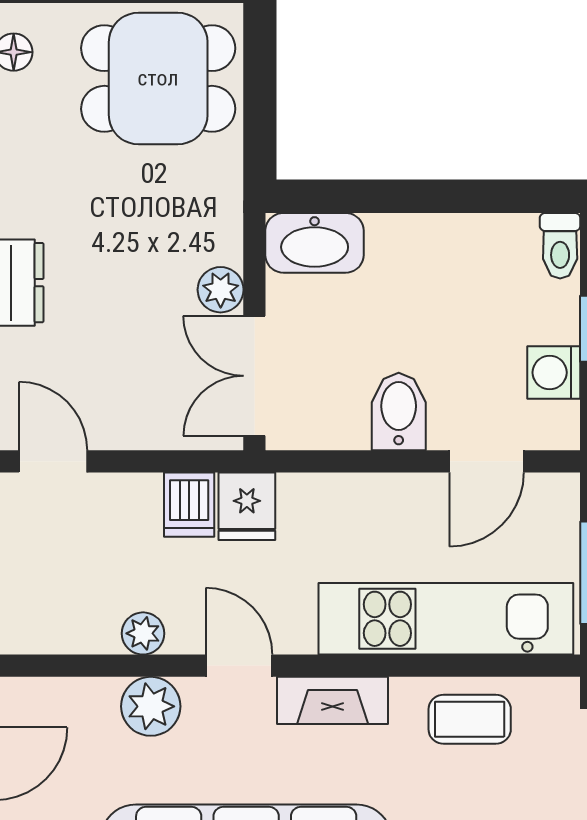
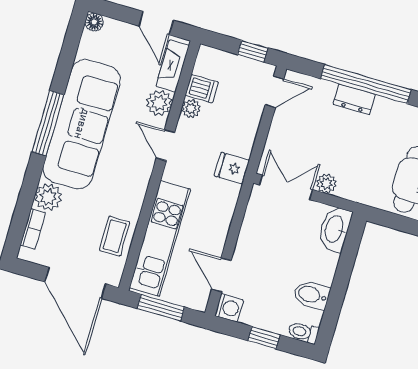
washing machine: (554, 373) -> (229, 308), moved, turned 90
bidet: (399, 411) -> (312, 295), moved, turned 180
dishwasher: (189, 505) -> (202, 89), moved, turned 180
door: (239, 666) -> (165, 145), swing flipped
fireplace: (333, 700) -> (173, 66), moved

